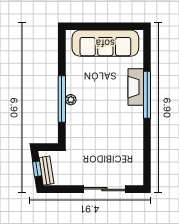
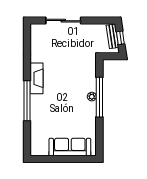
sofa: (105, 43) -> (70, 147), width x0.74, depth x0.79
fireplace: (136, 87) -> (37, 78), moved

